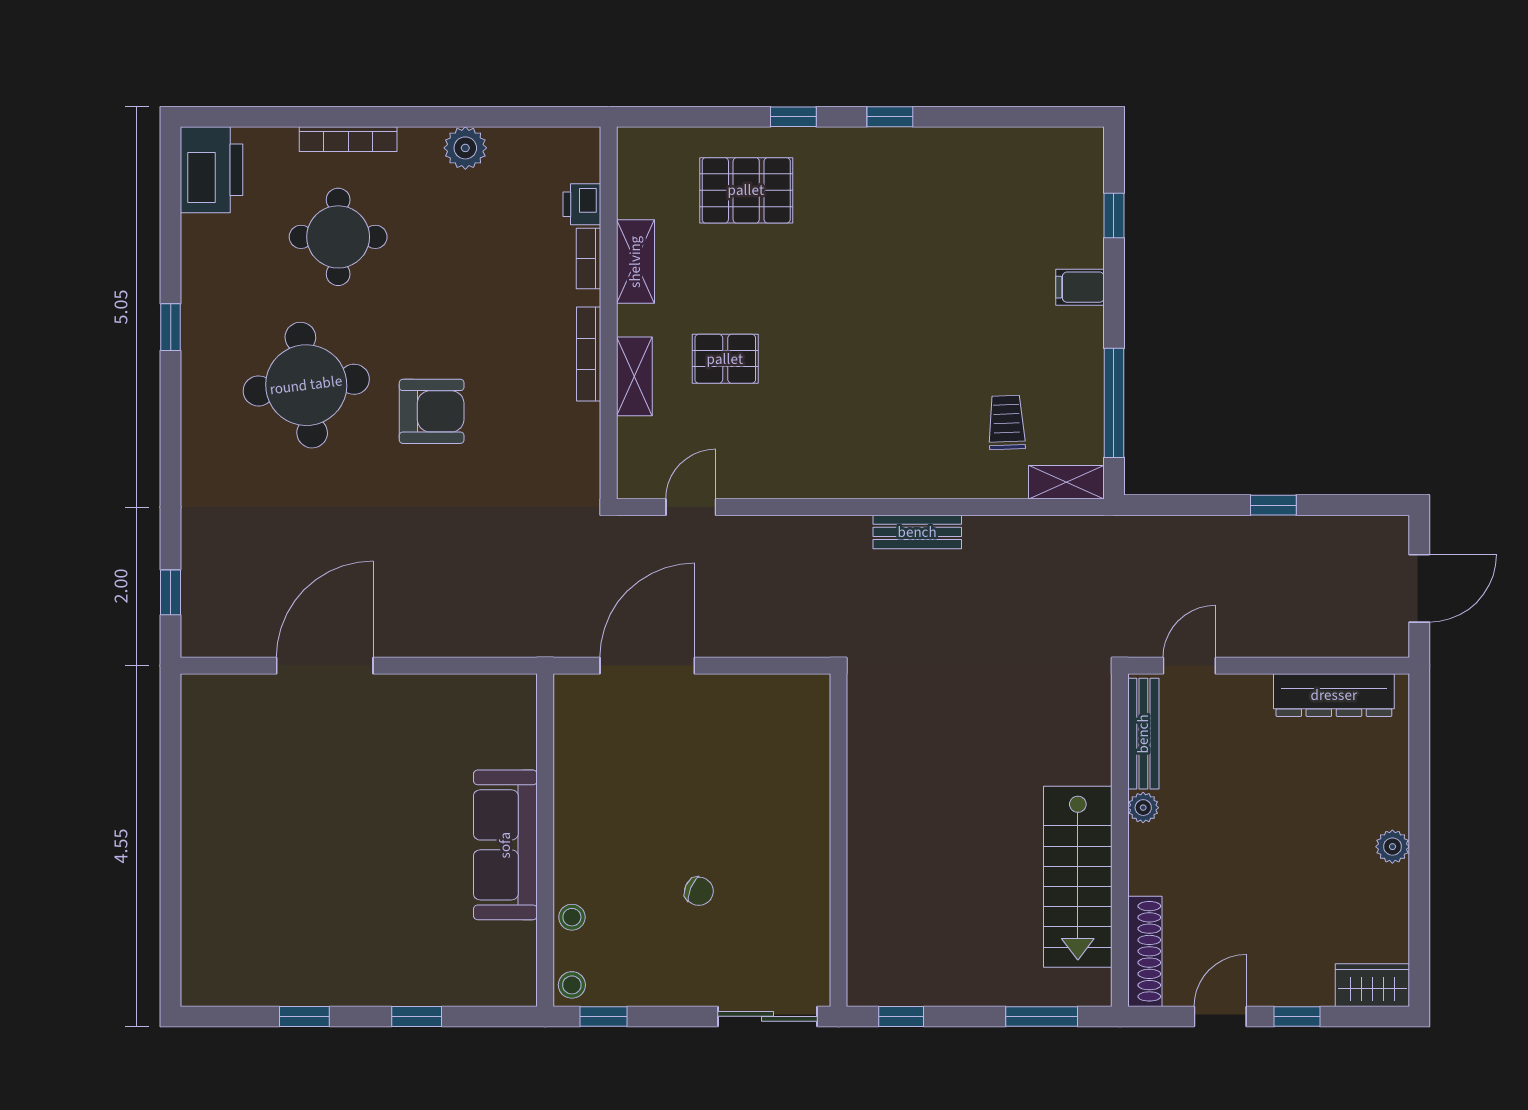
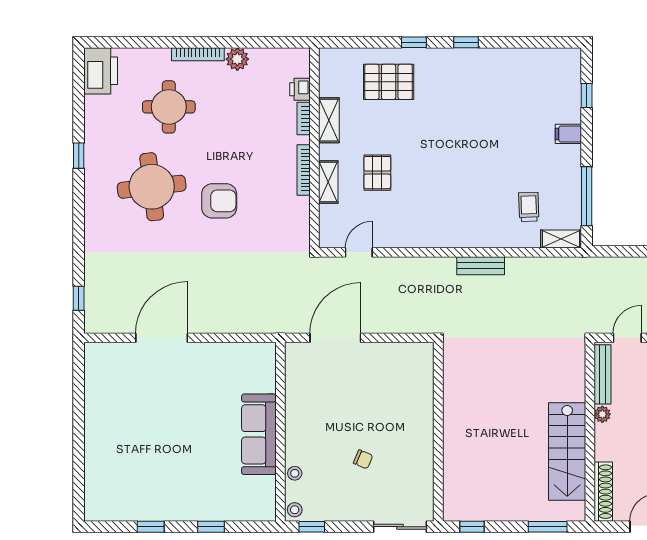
bookcase: (348, 139) -> (198, 54), moved
pallet: (725, 359) -> (377, 173), turned 90

